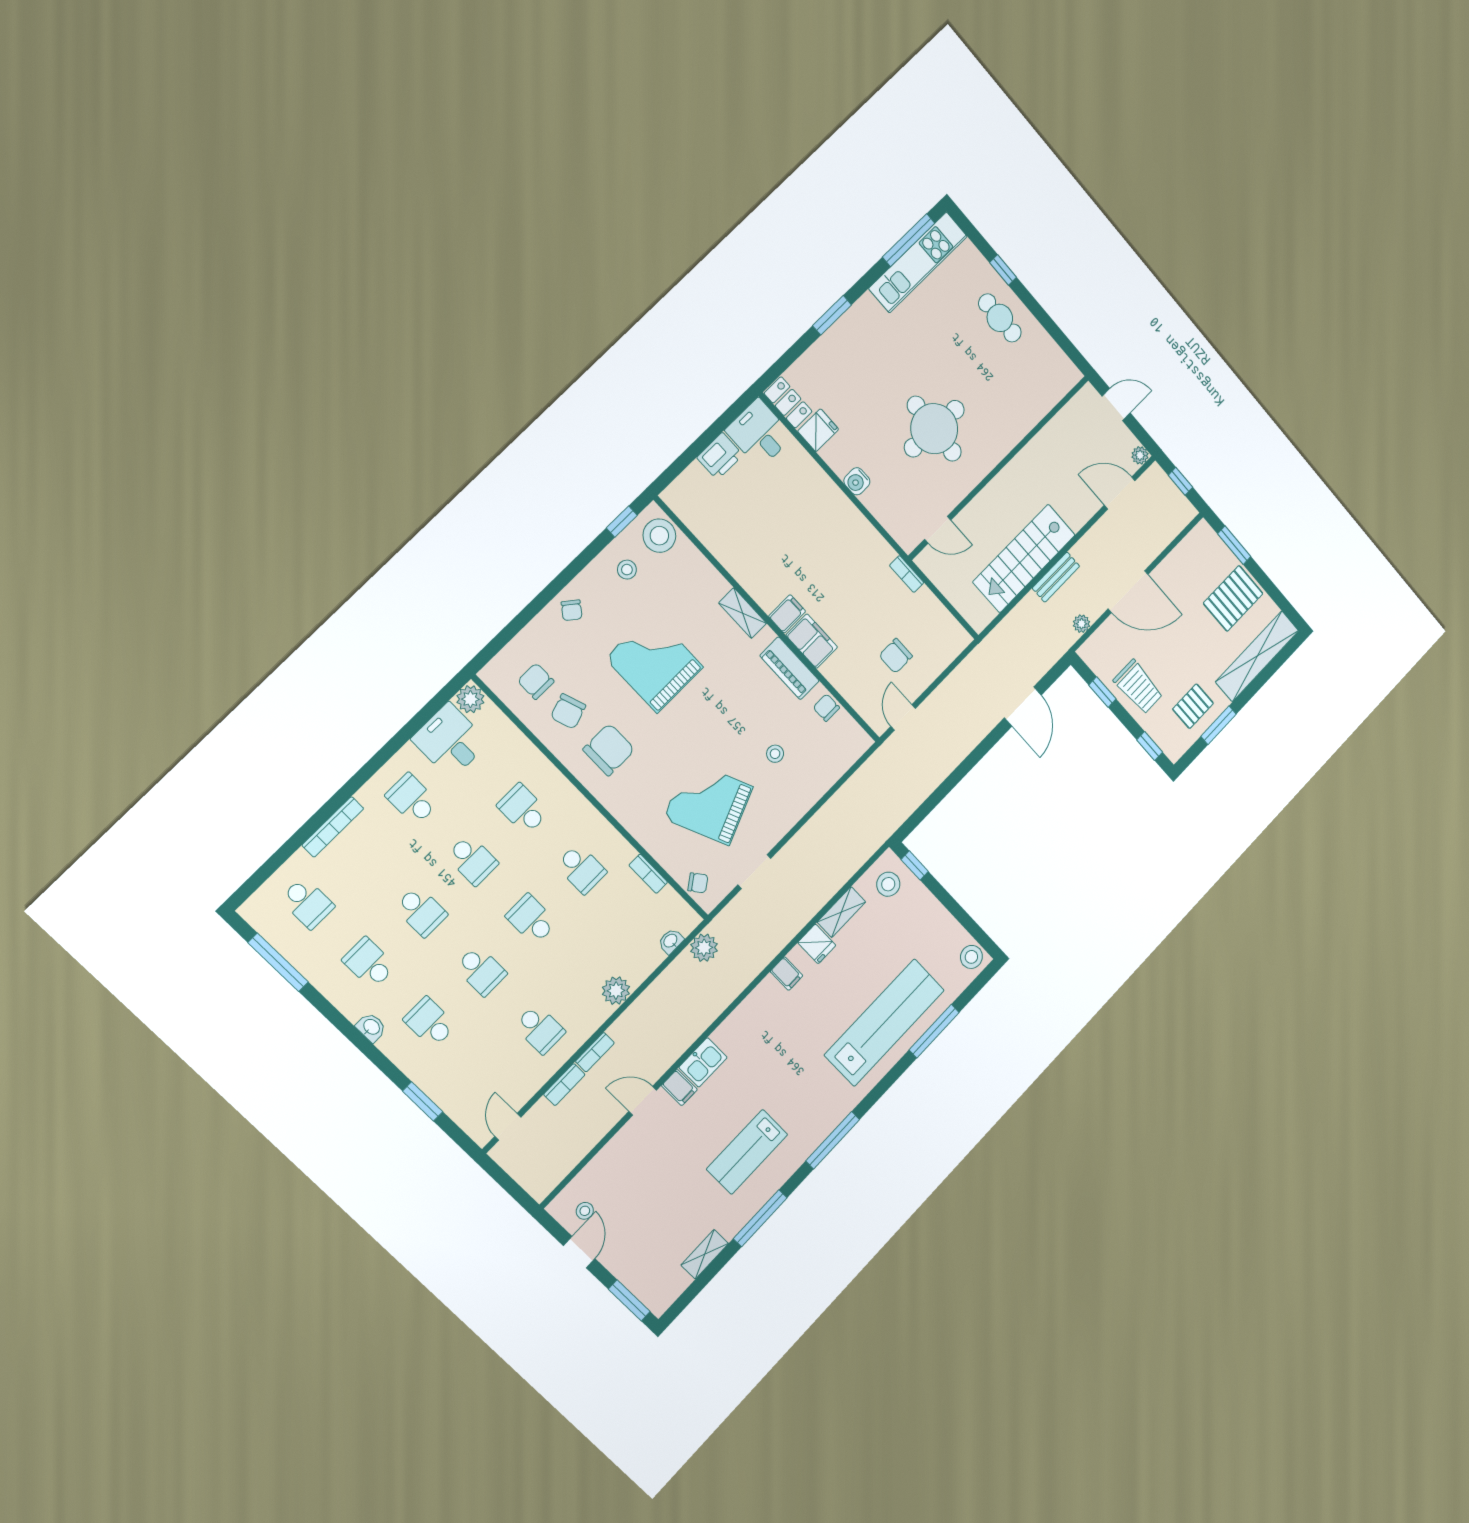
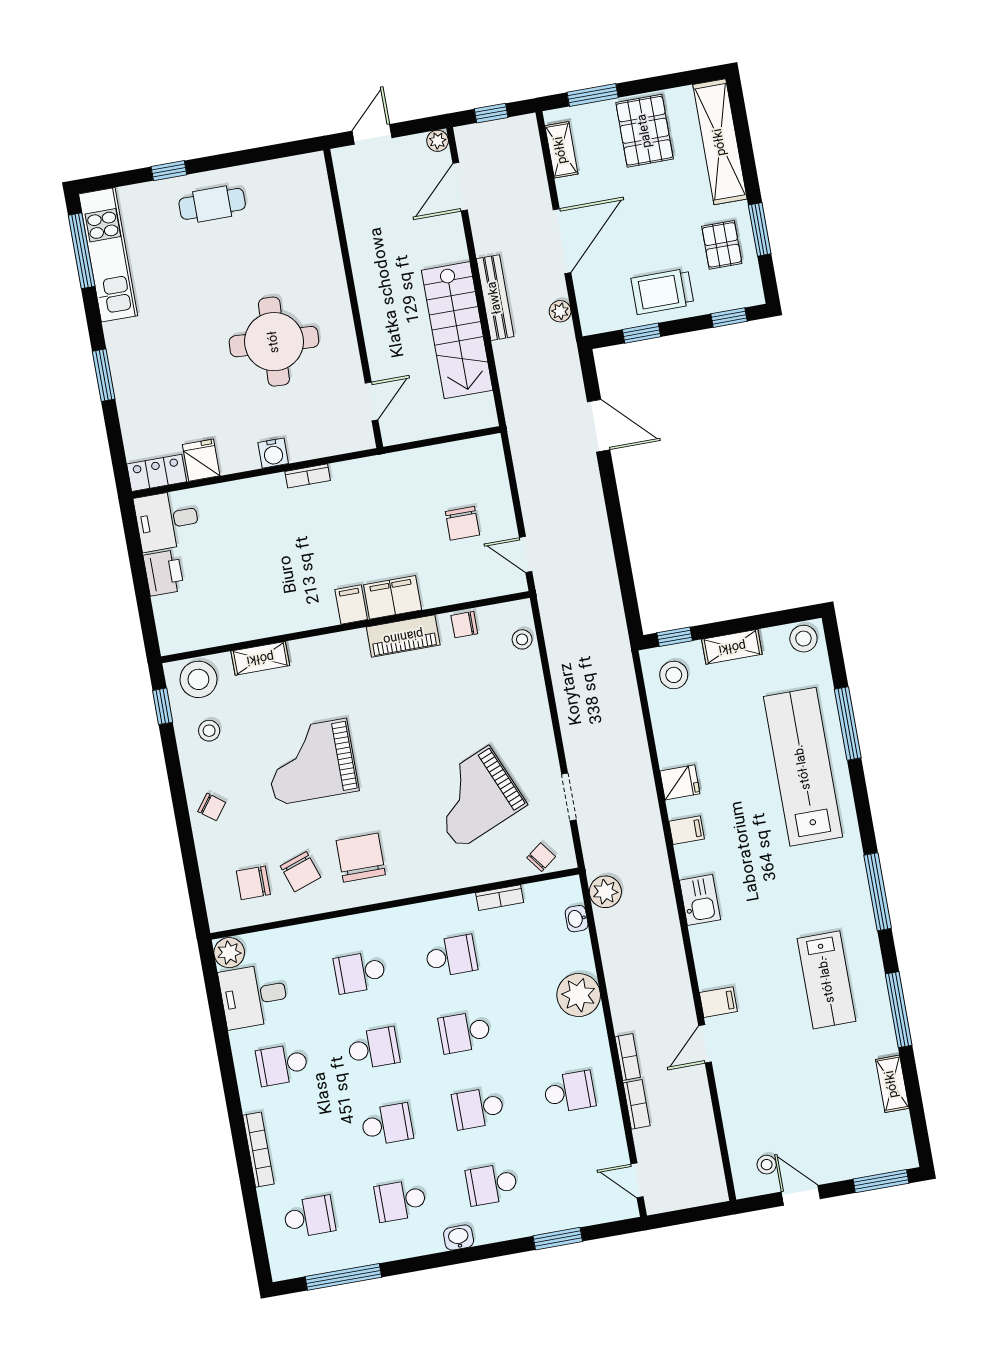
shelving: (1186, 549) -> (561, 150), added
bookcase: (907, 574) -> (308, 476), moved
bench: (1056, 577) -> (495, 298), width x1.36
shelving: (743, 613) -> (260, 658), moved
trolley: (1138, 687) -> (663, 291), turned 180
stool: (775, 754) -> (522, 639), moved
shelving: (841, 912) -> (732, 647), moved, turned 90
school desk: (481, 971) -> (478, 1108), turned 180
plant: (616, 991) -> (579, 995), width x1.36, depth x1.36
kitchen sink: (703, 1062) -> (700, 900), moved

